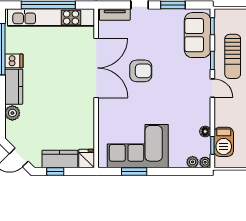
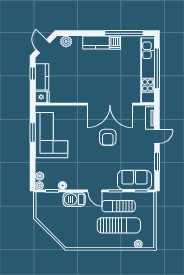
door: (212, 88) -> (95, 191), hinge flipped
plant: (12, 113) -> (66, 42), moved
barbecue: (224, 142) -> (74, 199), moved

